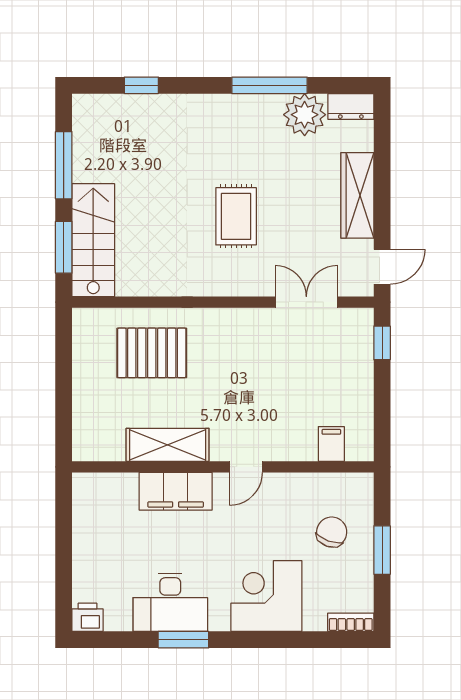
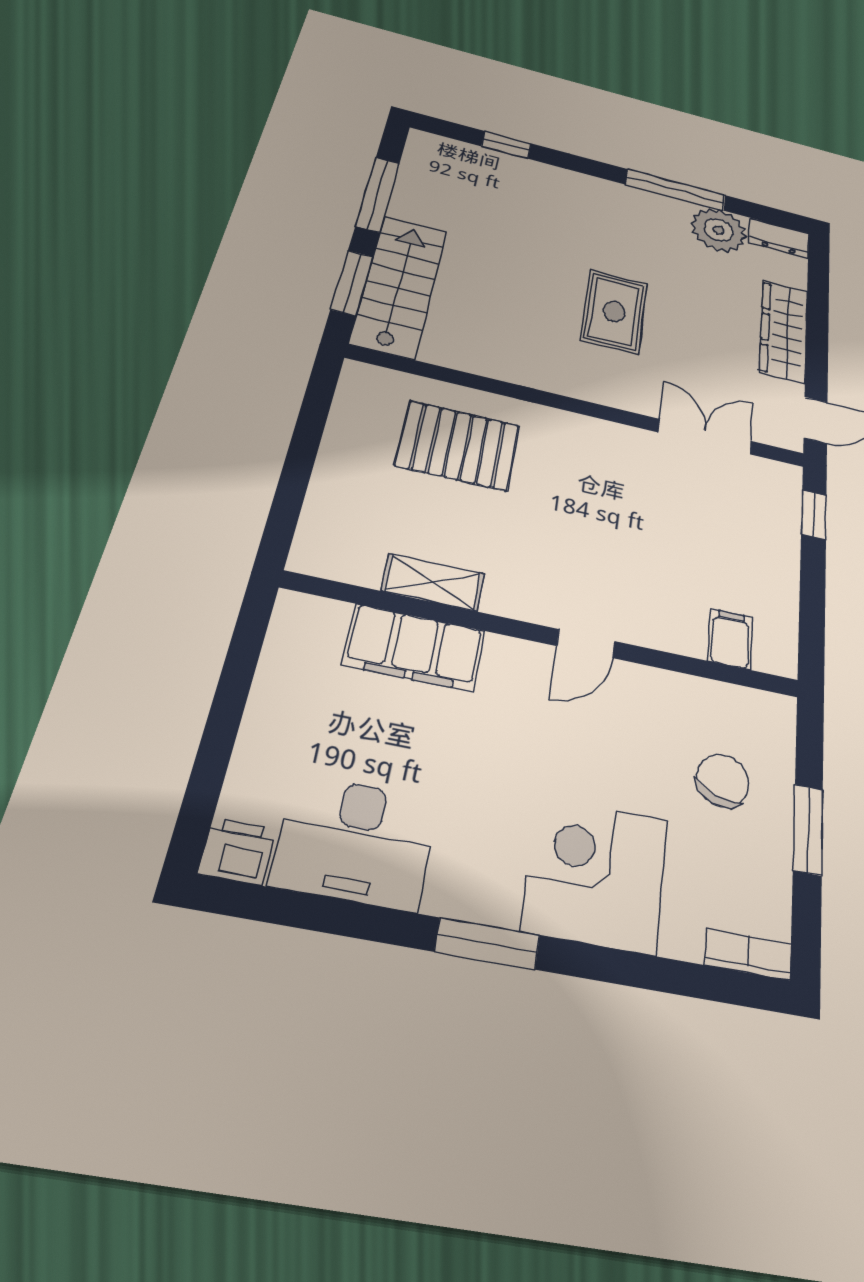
shelving: (168, 445) -> (433, 582), width x0.67, depth x0.75
filing cabinet: (176, 491) -> (414, 648), moved
desk: (170, 602) -> (356, 842), moved
window: (183, 640) -> (487, 944), moved

